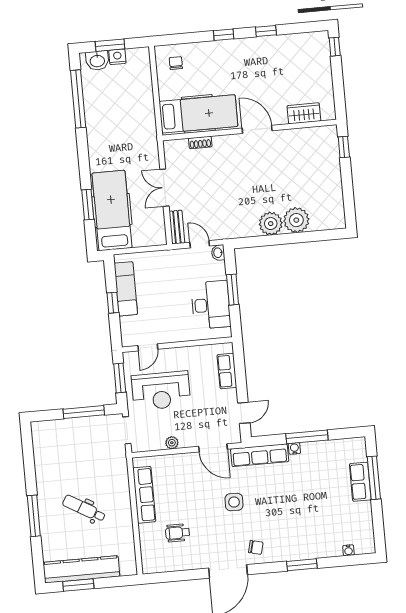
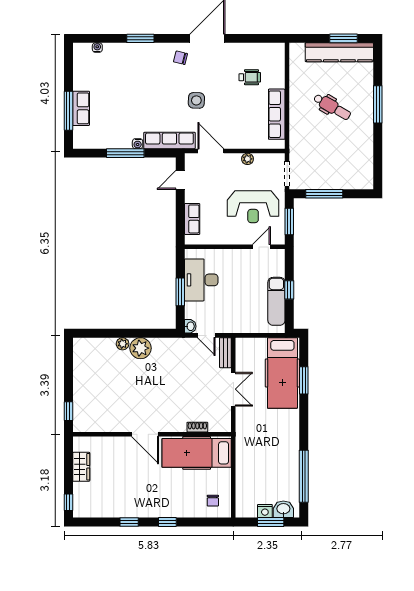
wardrobe: (304, 113) -> (81, 467), moved, turned -90
plant: (296, 220) -> (123, 344), width x0.53, depth x0.53
reception desk: (161, 391) -> (253, 207), turned 180

